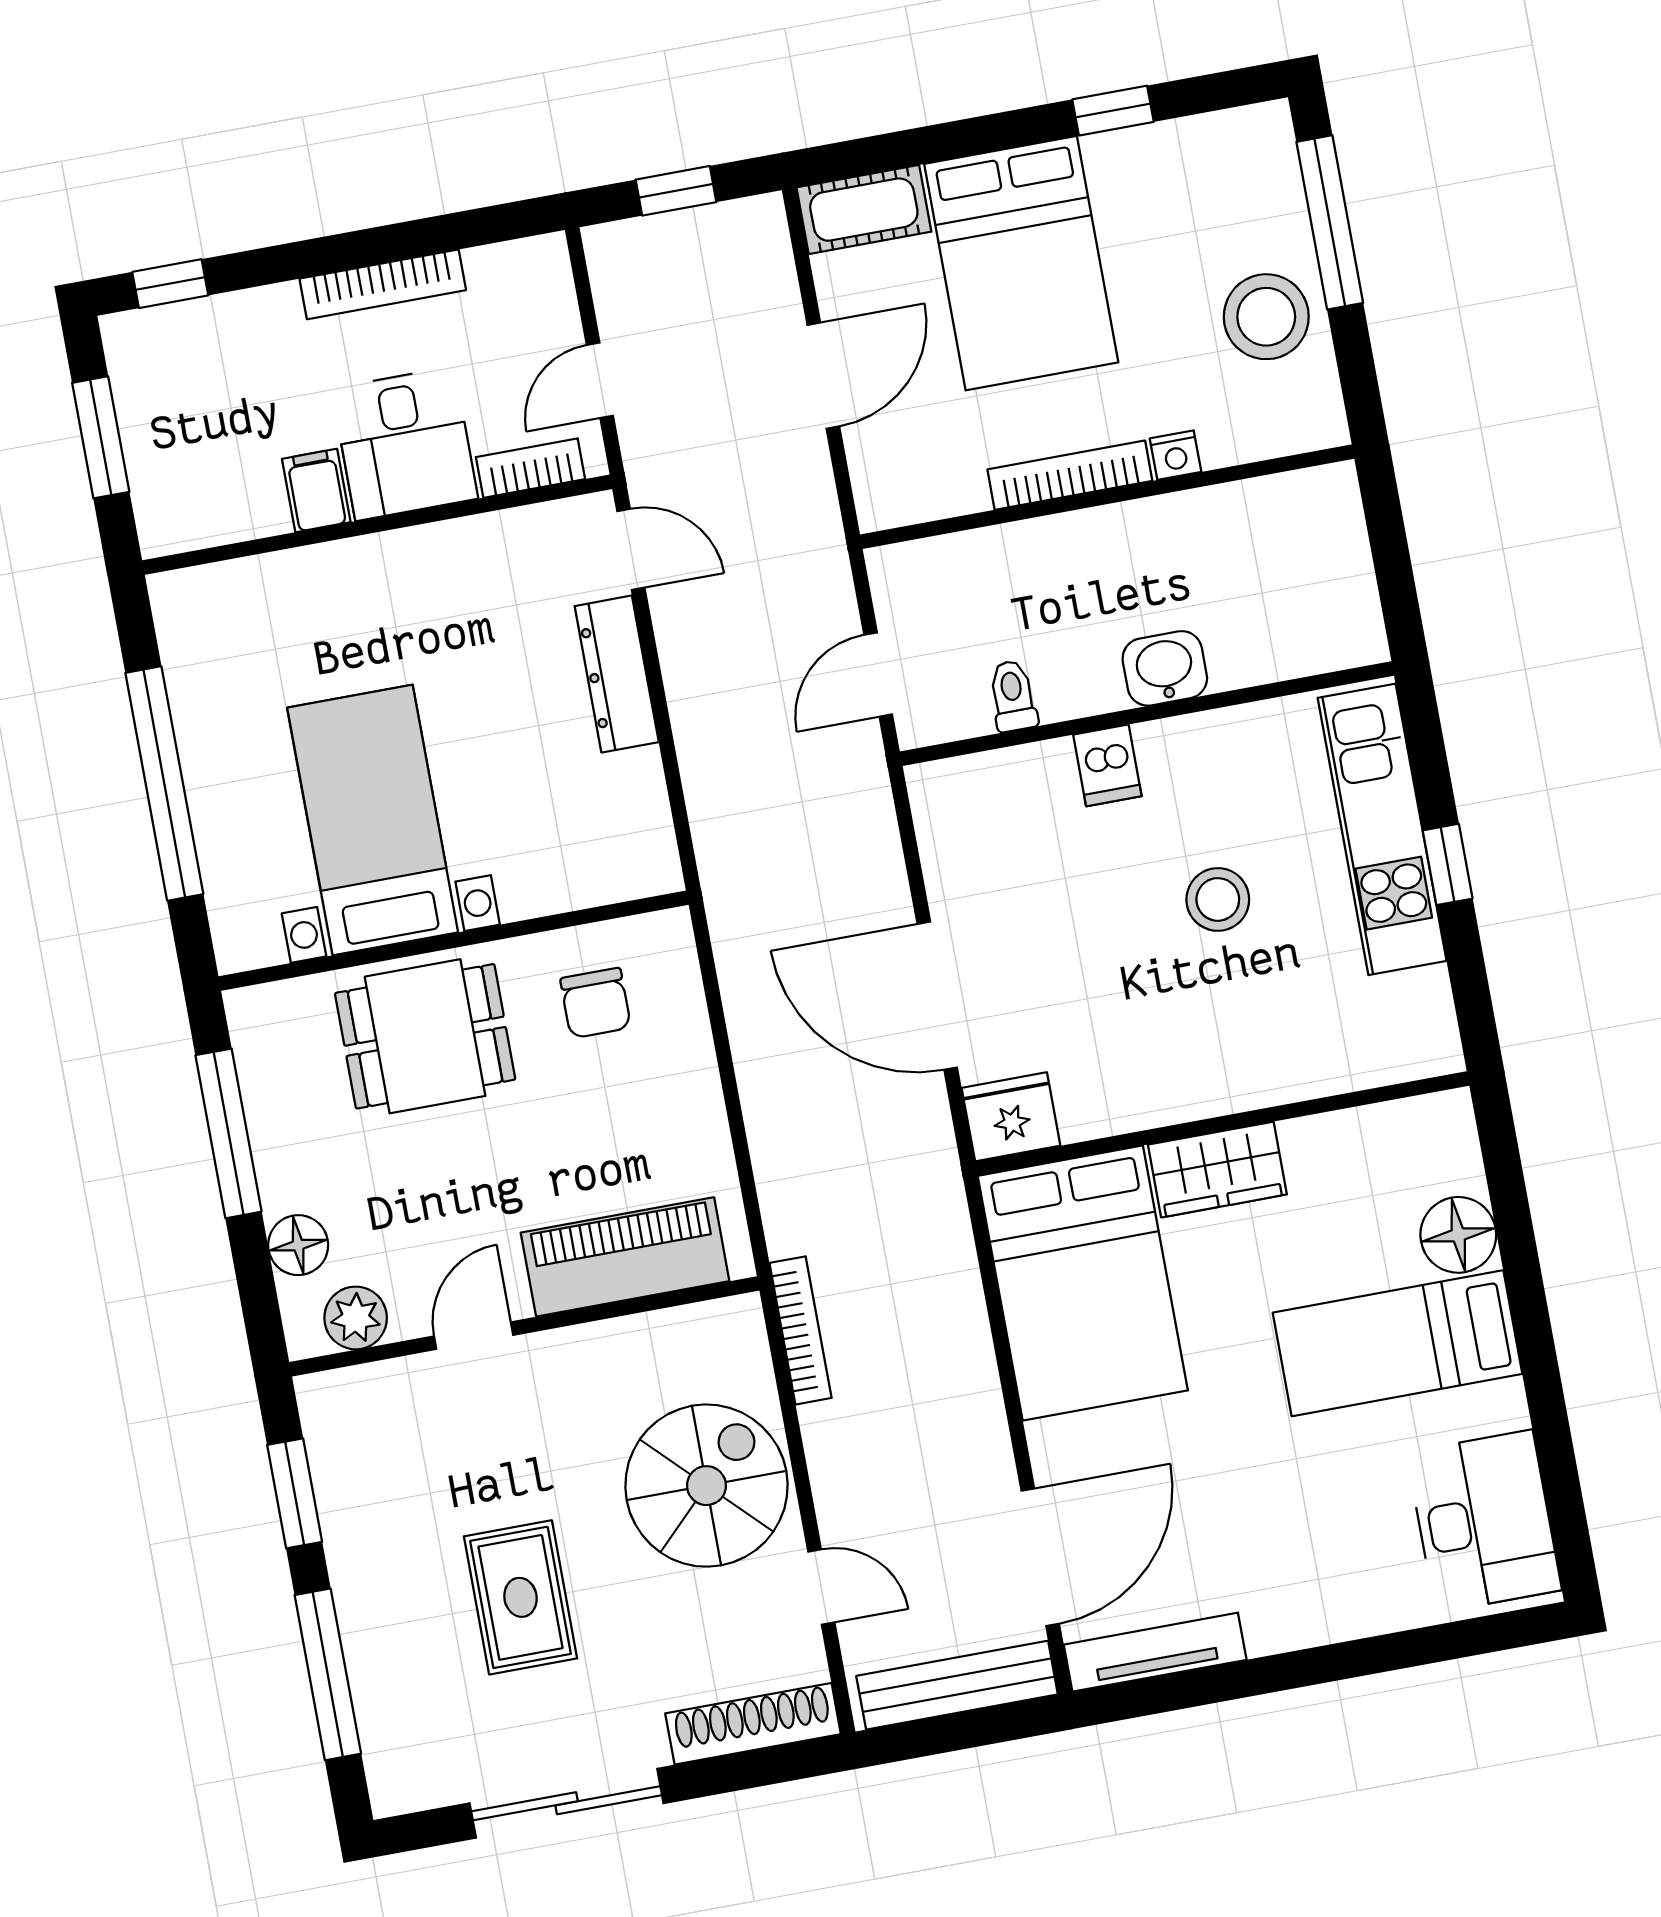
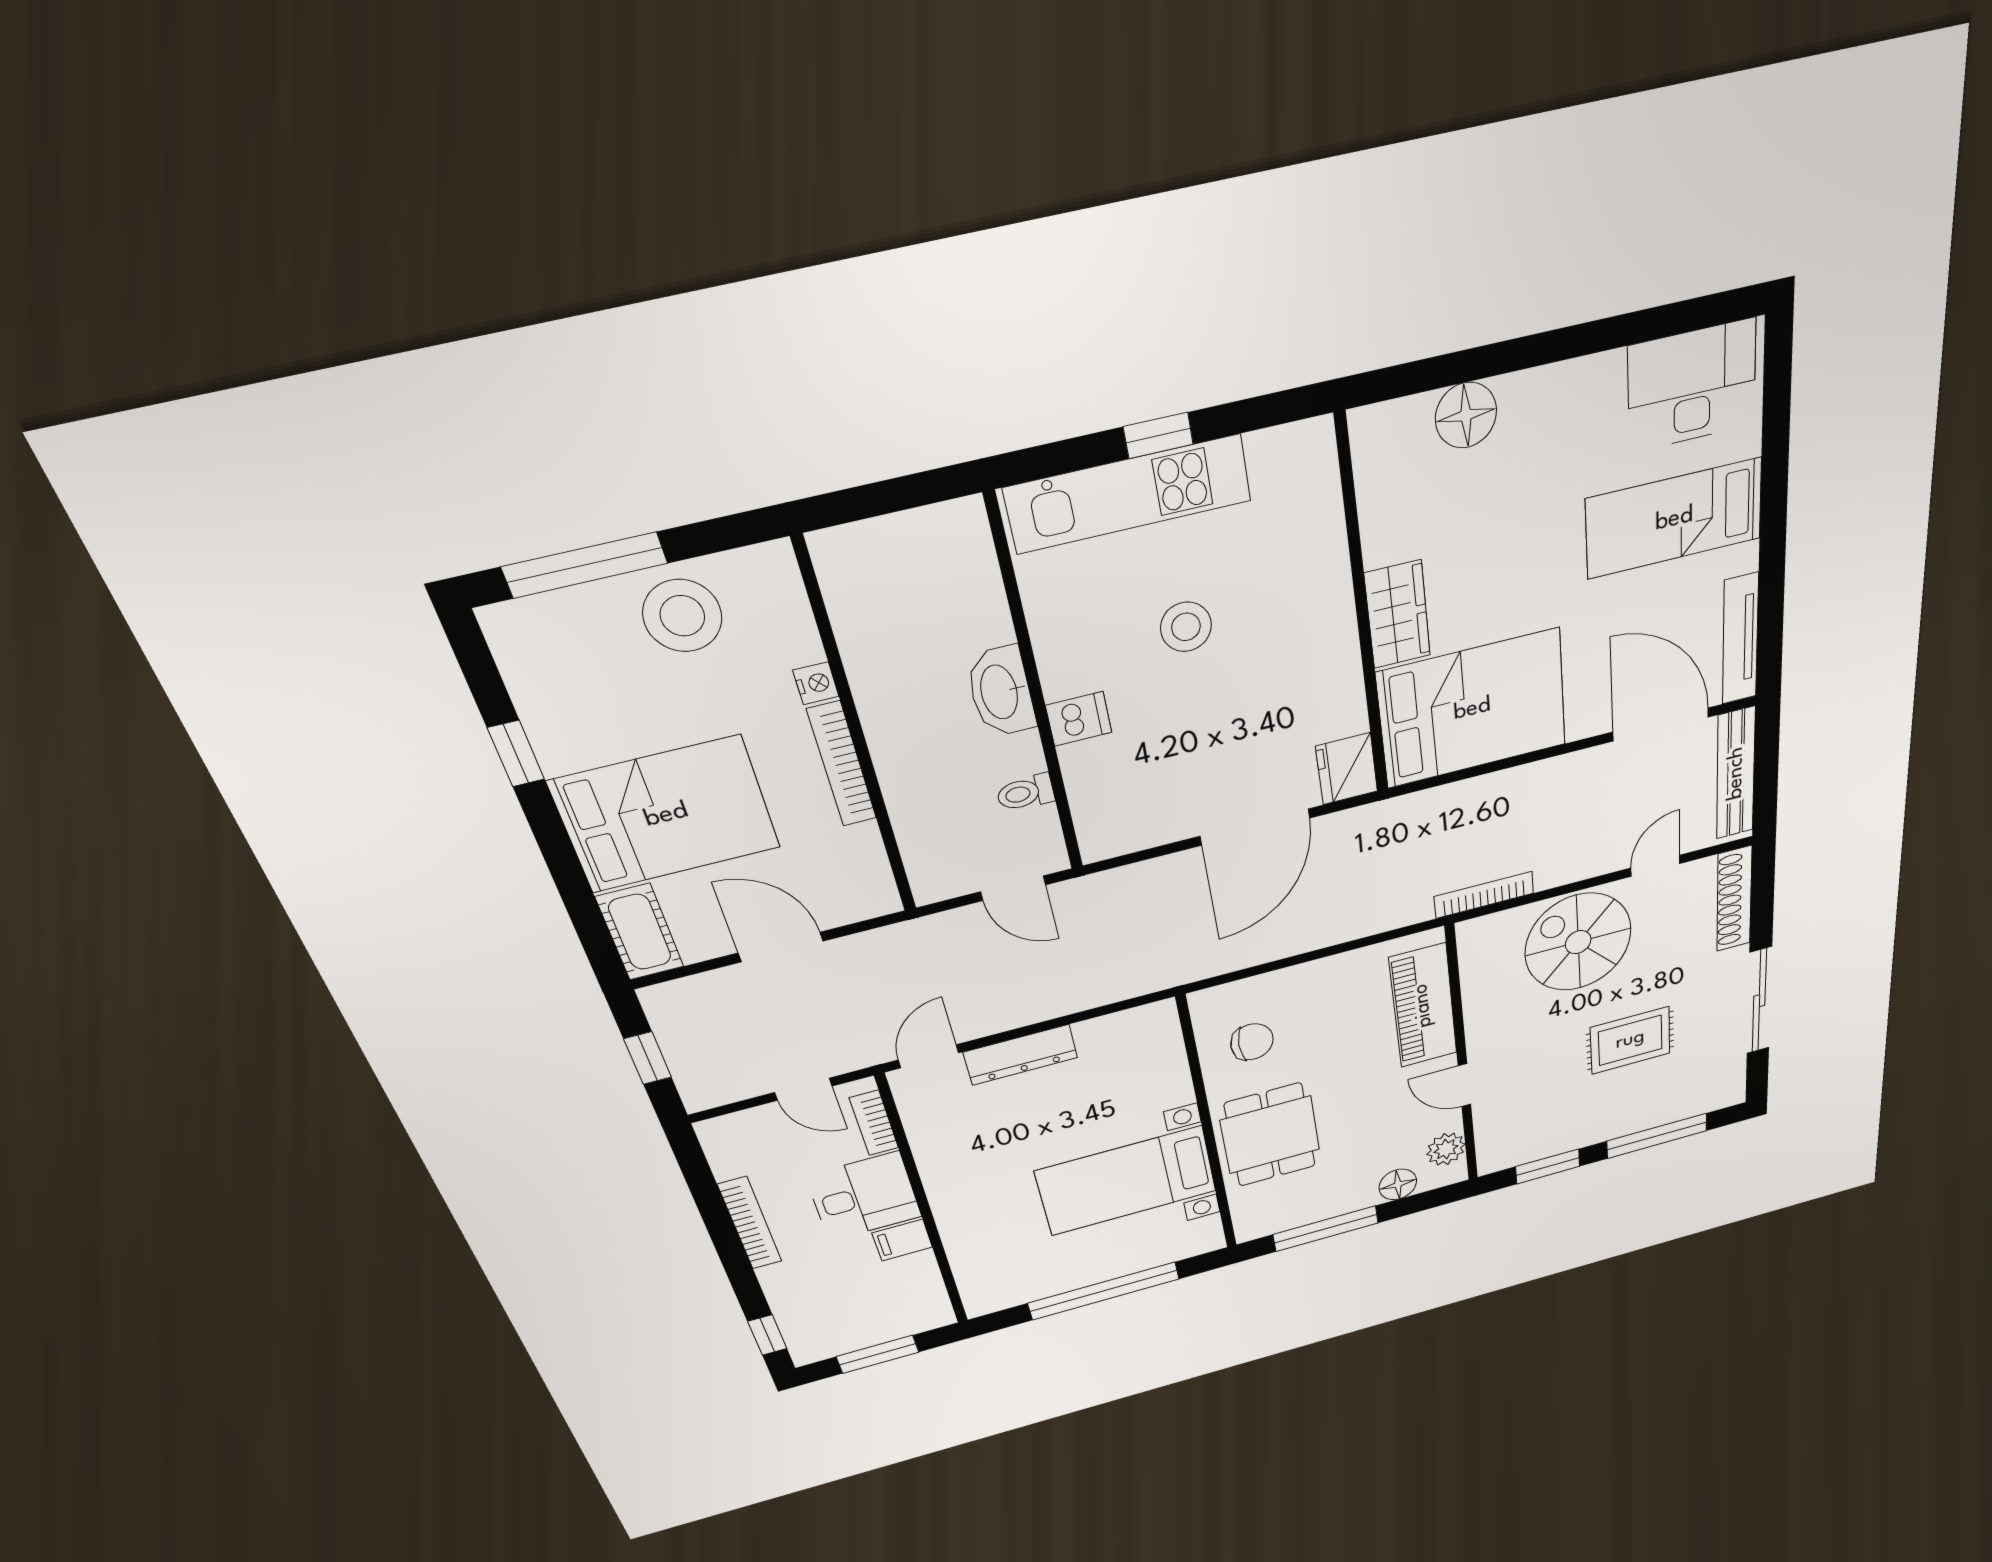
washbasin: (1165, 668) -> (1001, 692), width x1.38
bed: (1398, 1343) -> (1674, 519), moved, turned 90

